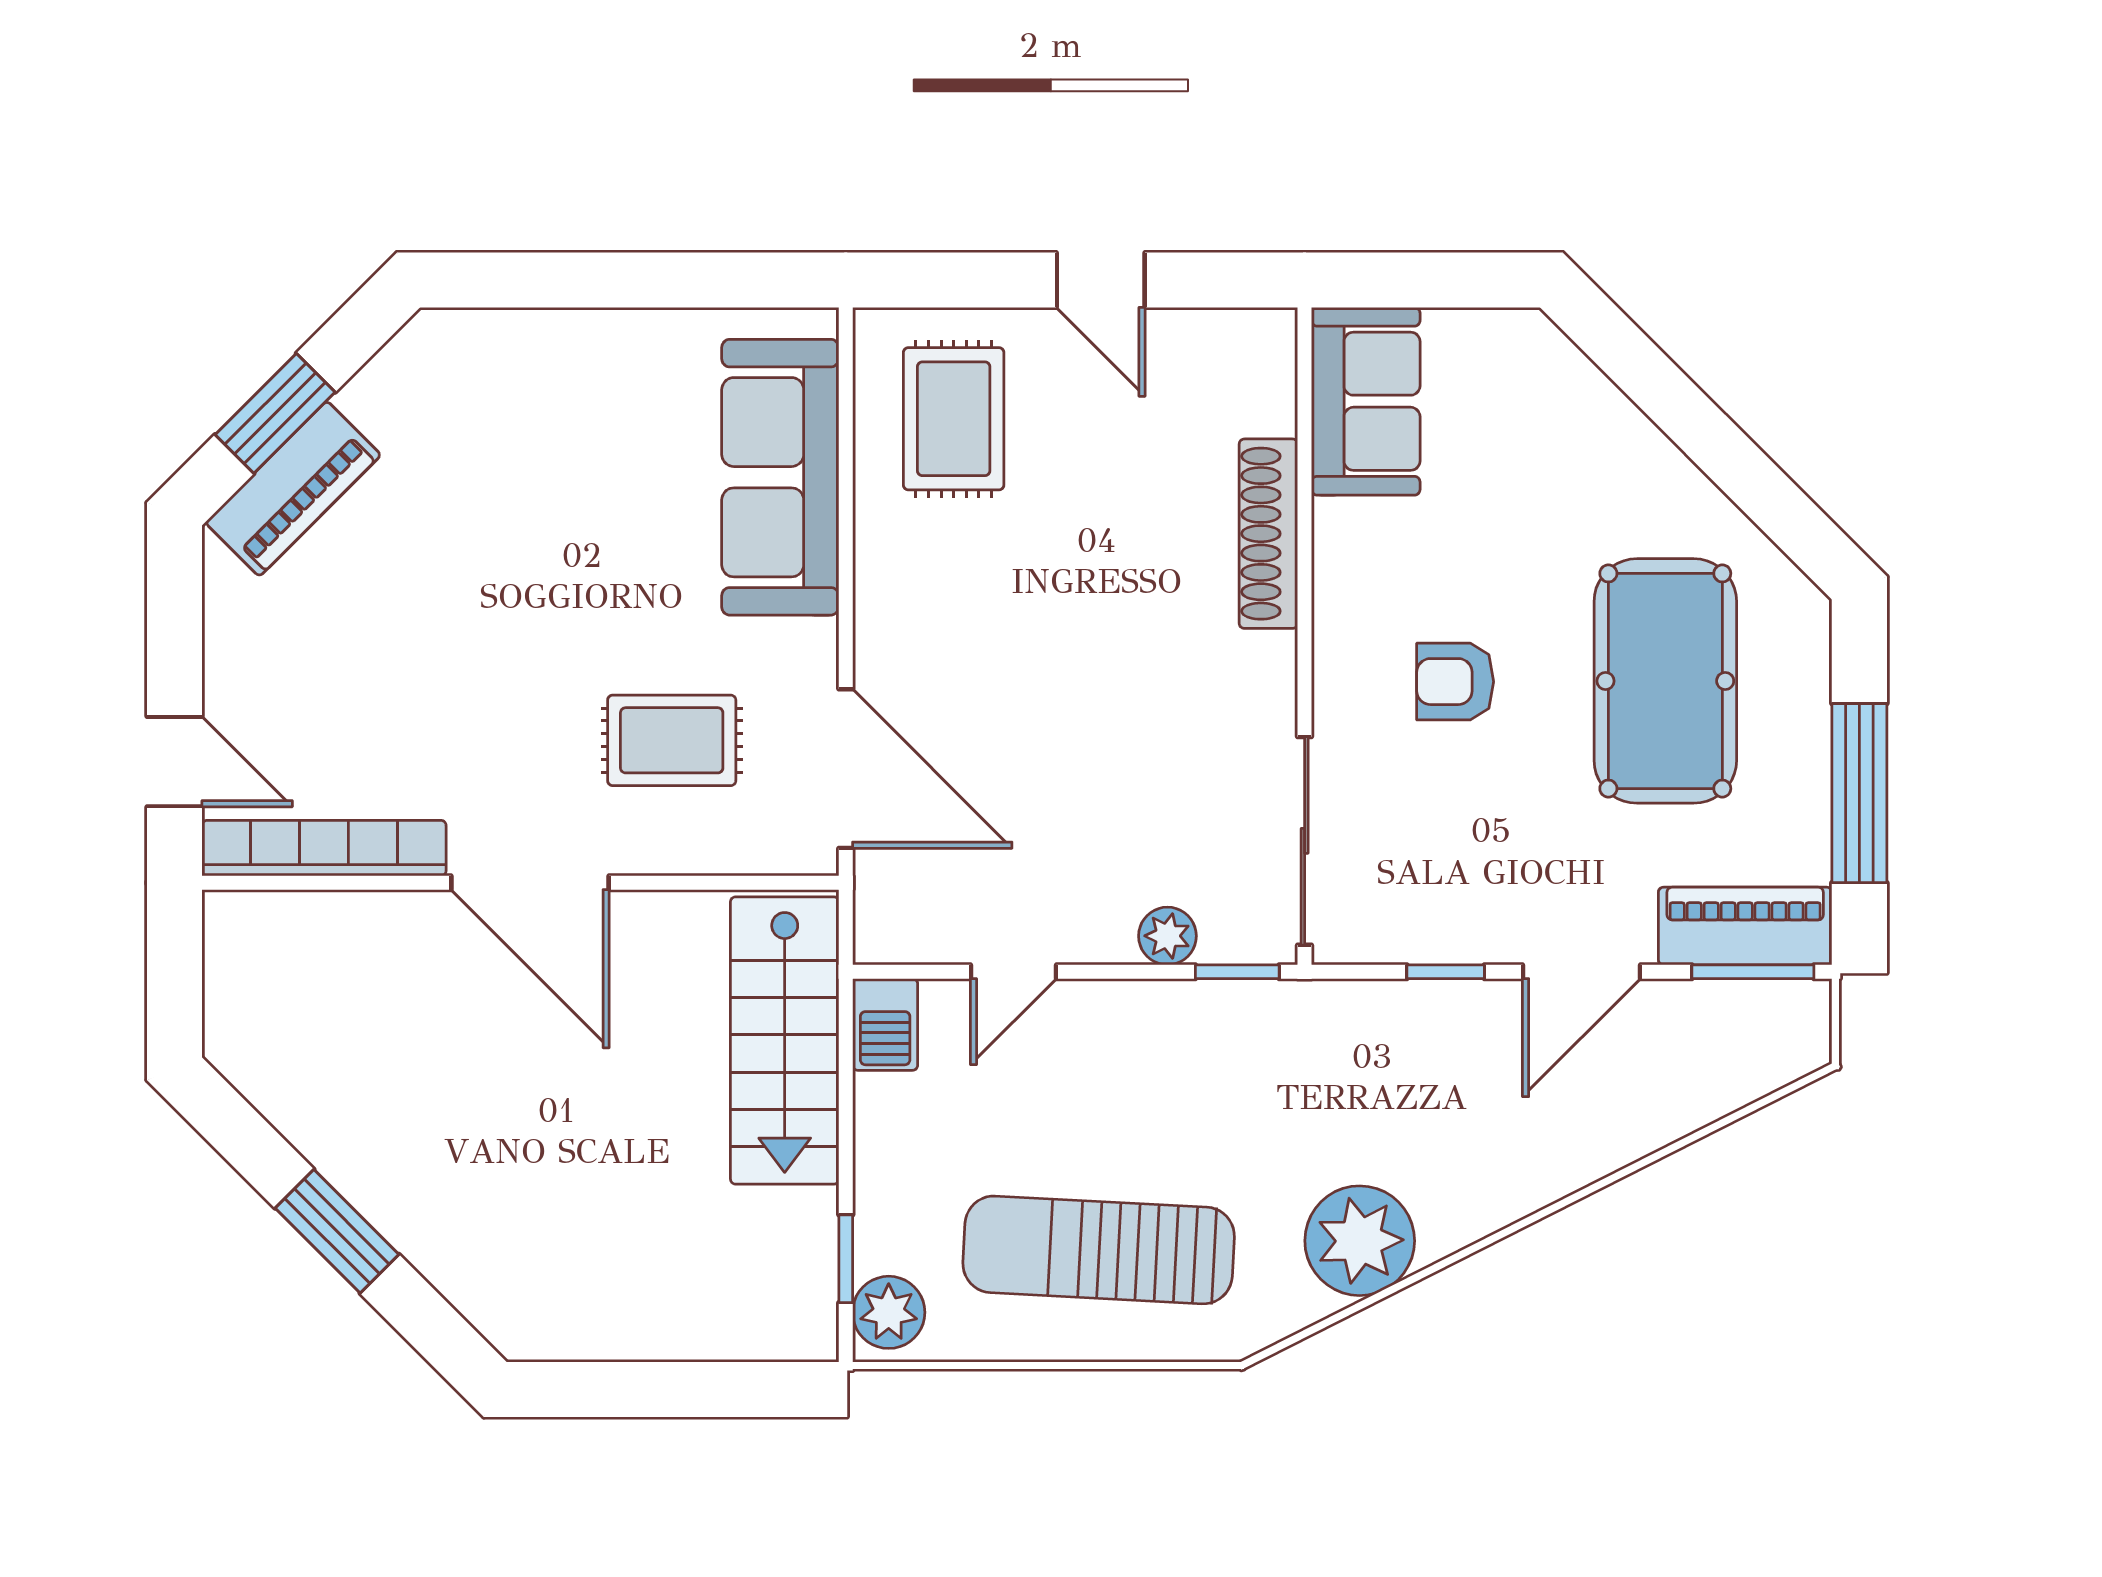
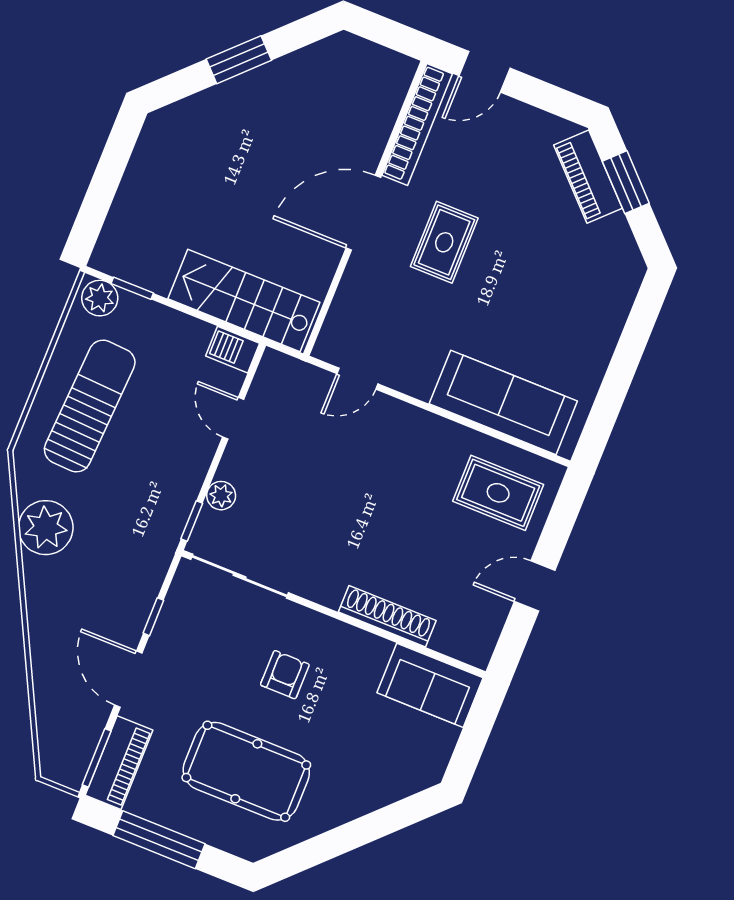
rug: (672, 740) -> (444, 242), moved
door: (846, 769) -> (357, 379), width x0.53

